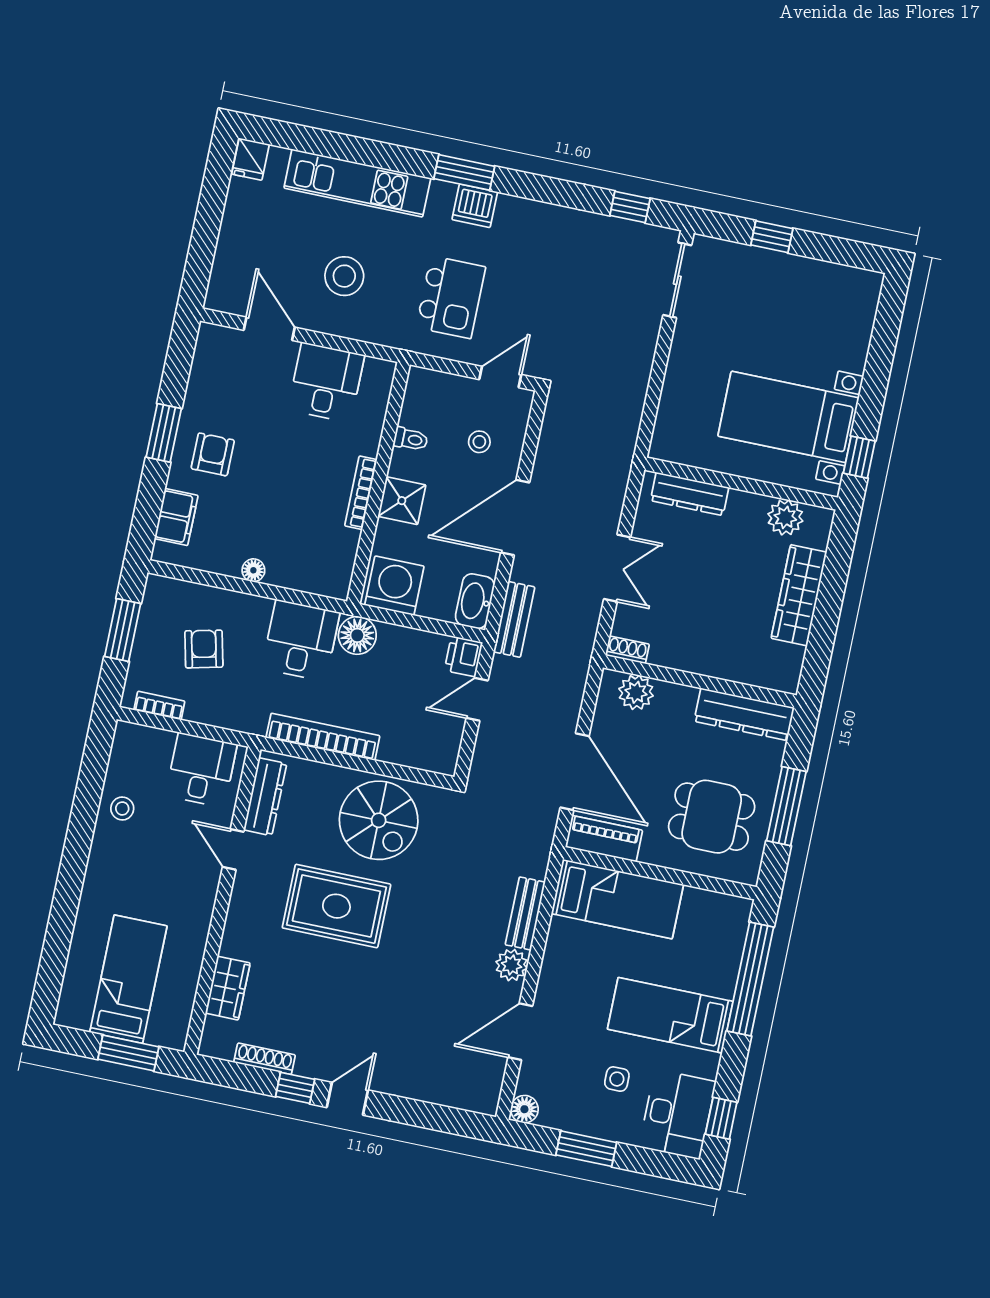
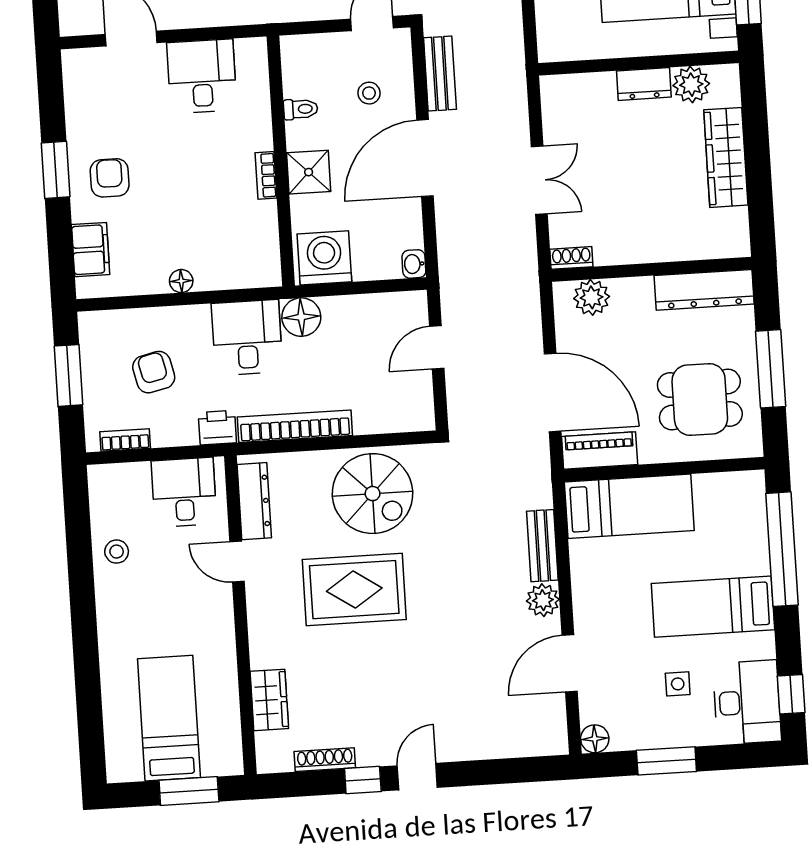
bookcase: (361, 493) -> (266, 175), width x0.64
dresser: (690, 494) -> (644, 84), moved, width x0.70
washbasin: (475, 601) -> (414, 264), width x0.52, depth x0.69
bench: (514, 619) -> (440, 74), moved
printer: (463, 656) -> (217, 428), moved, turned 90

